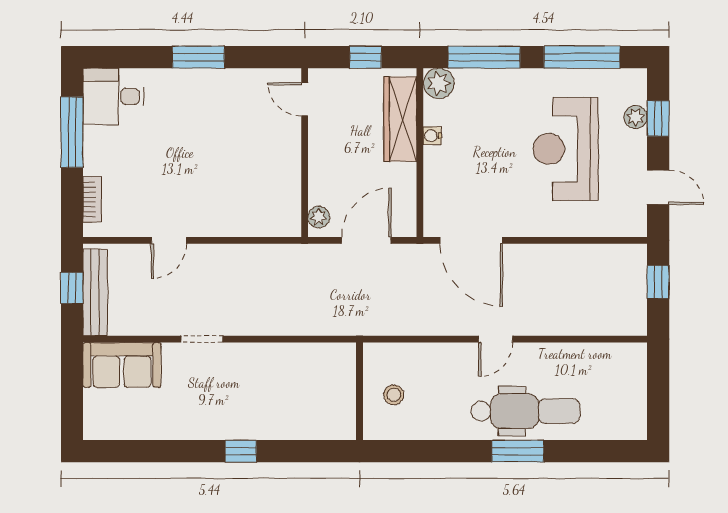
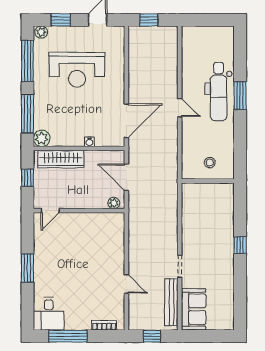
plant: (636, 117) -> (41, 32), moved
water cooler: (432, 136) -> (89, 142), moved
bench: (95, 292) -> (171, 302), moved, turned 90
dental chair: (525, 411) -> (219, 91), turned 180

